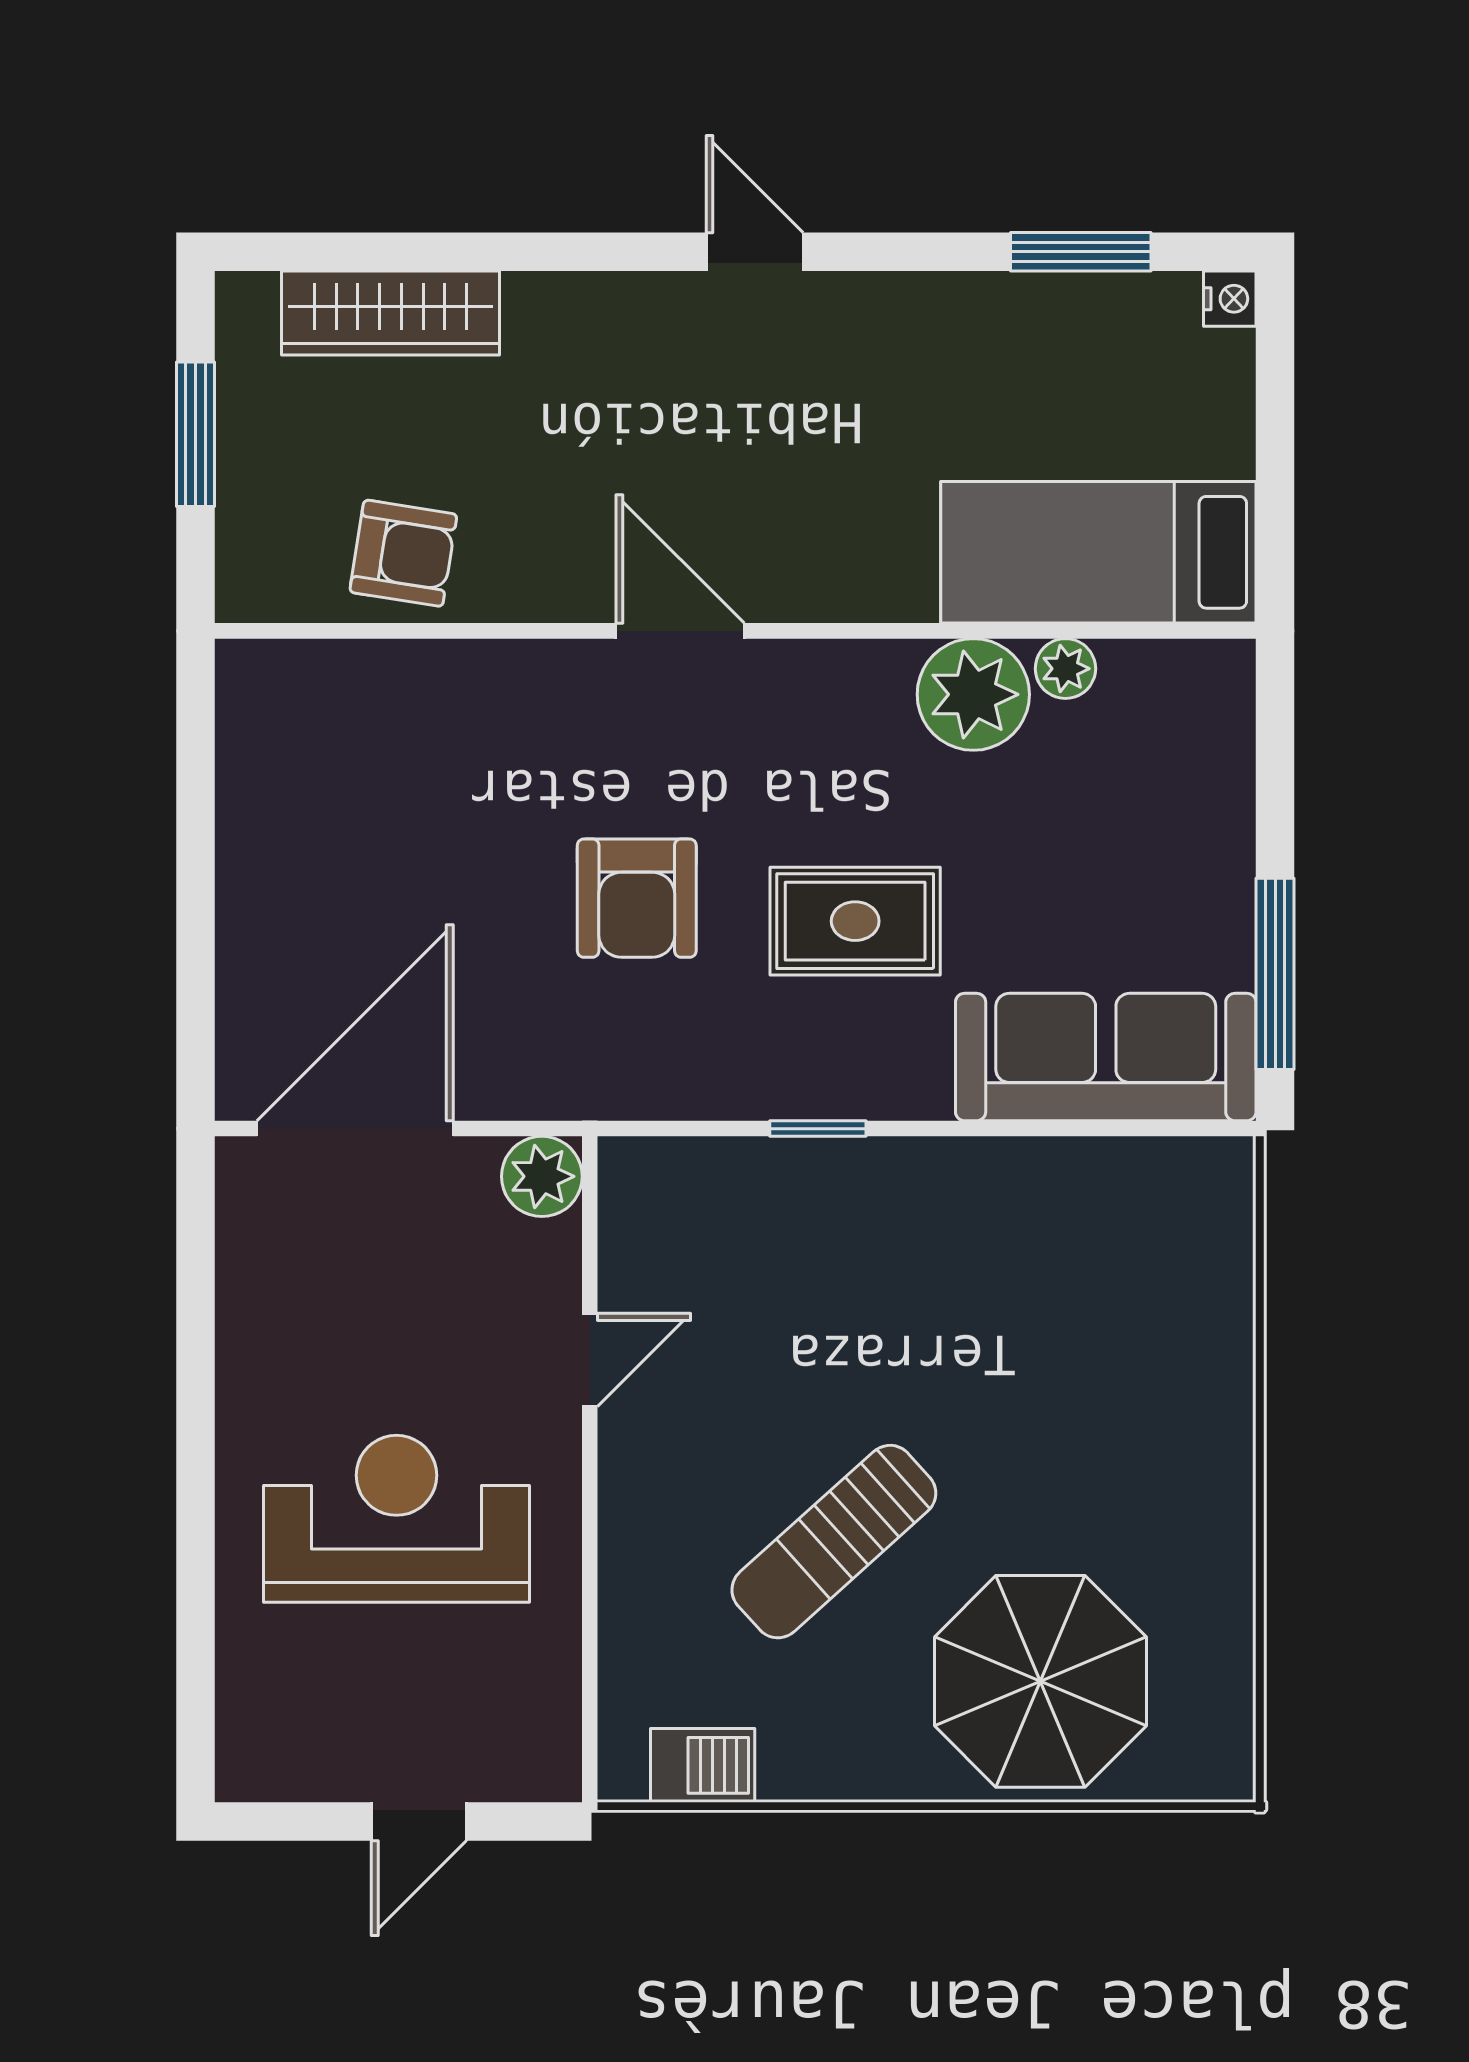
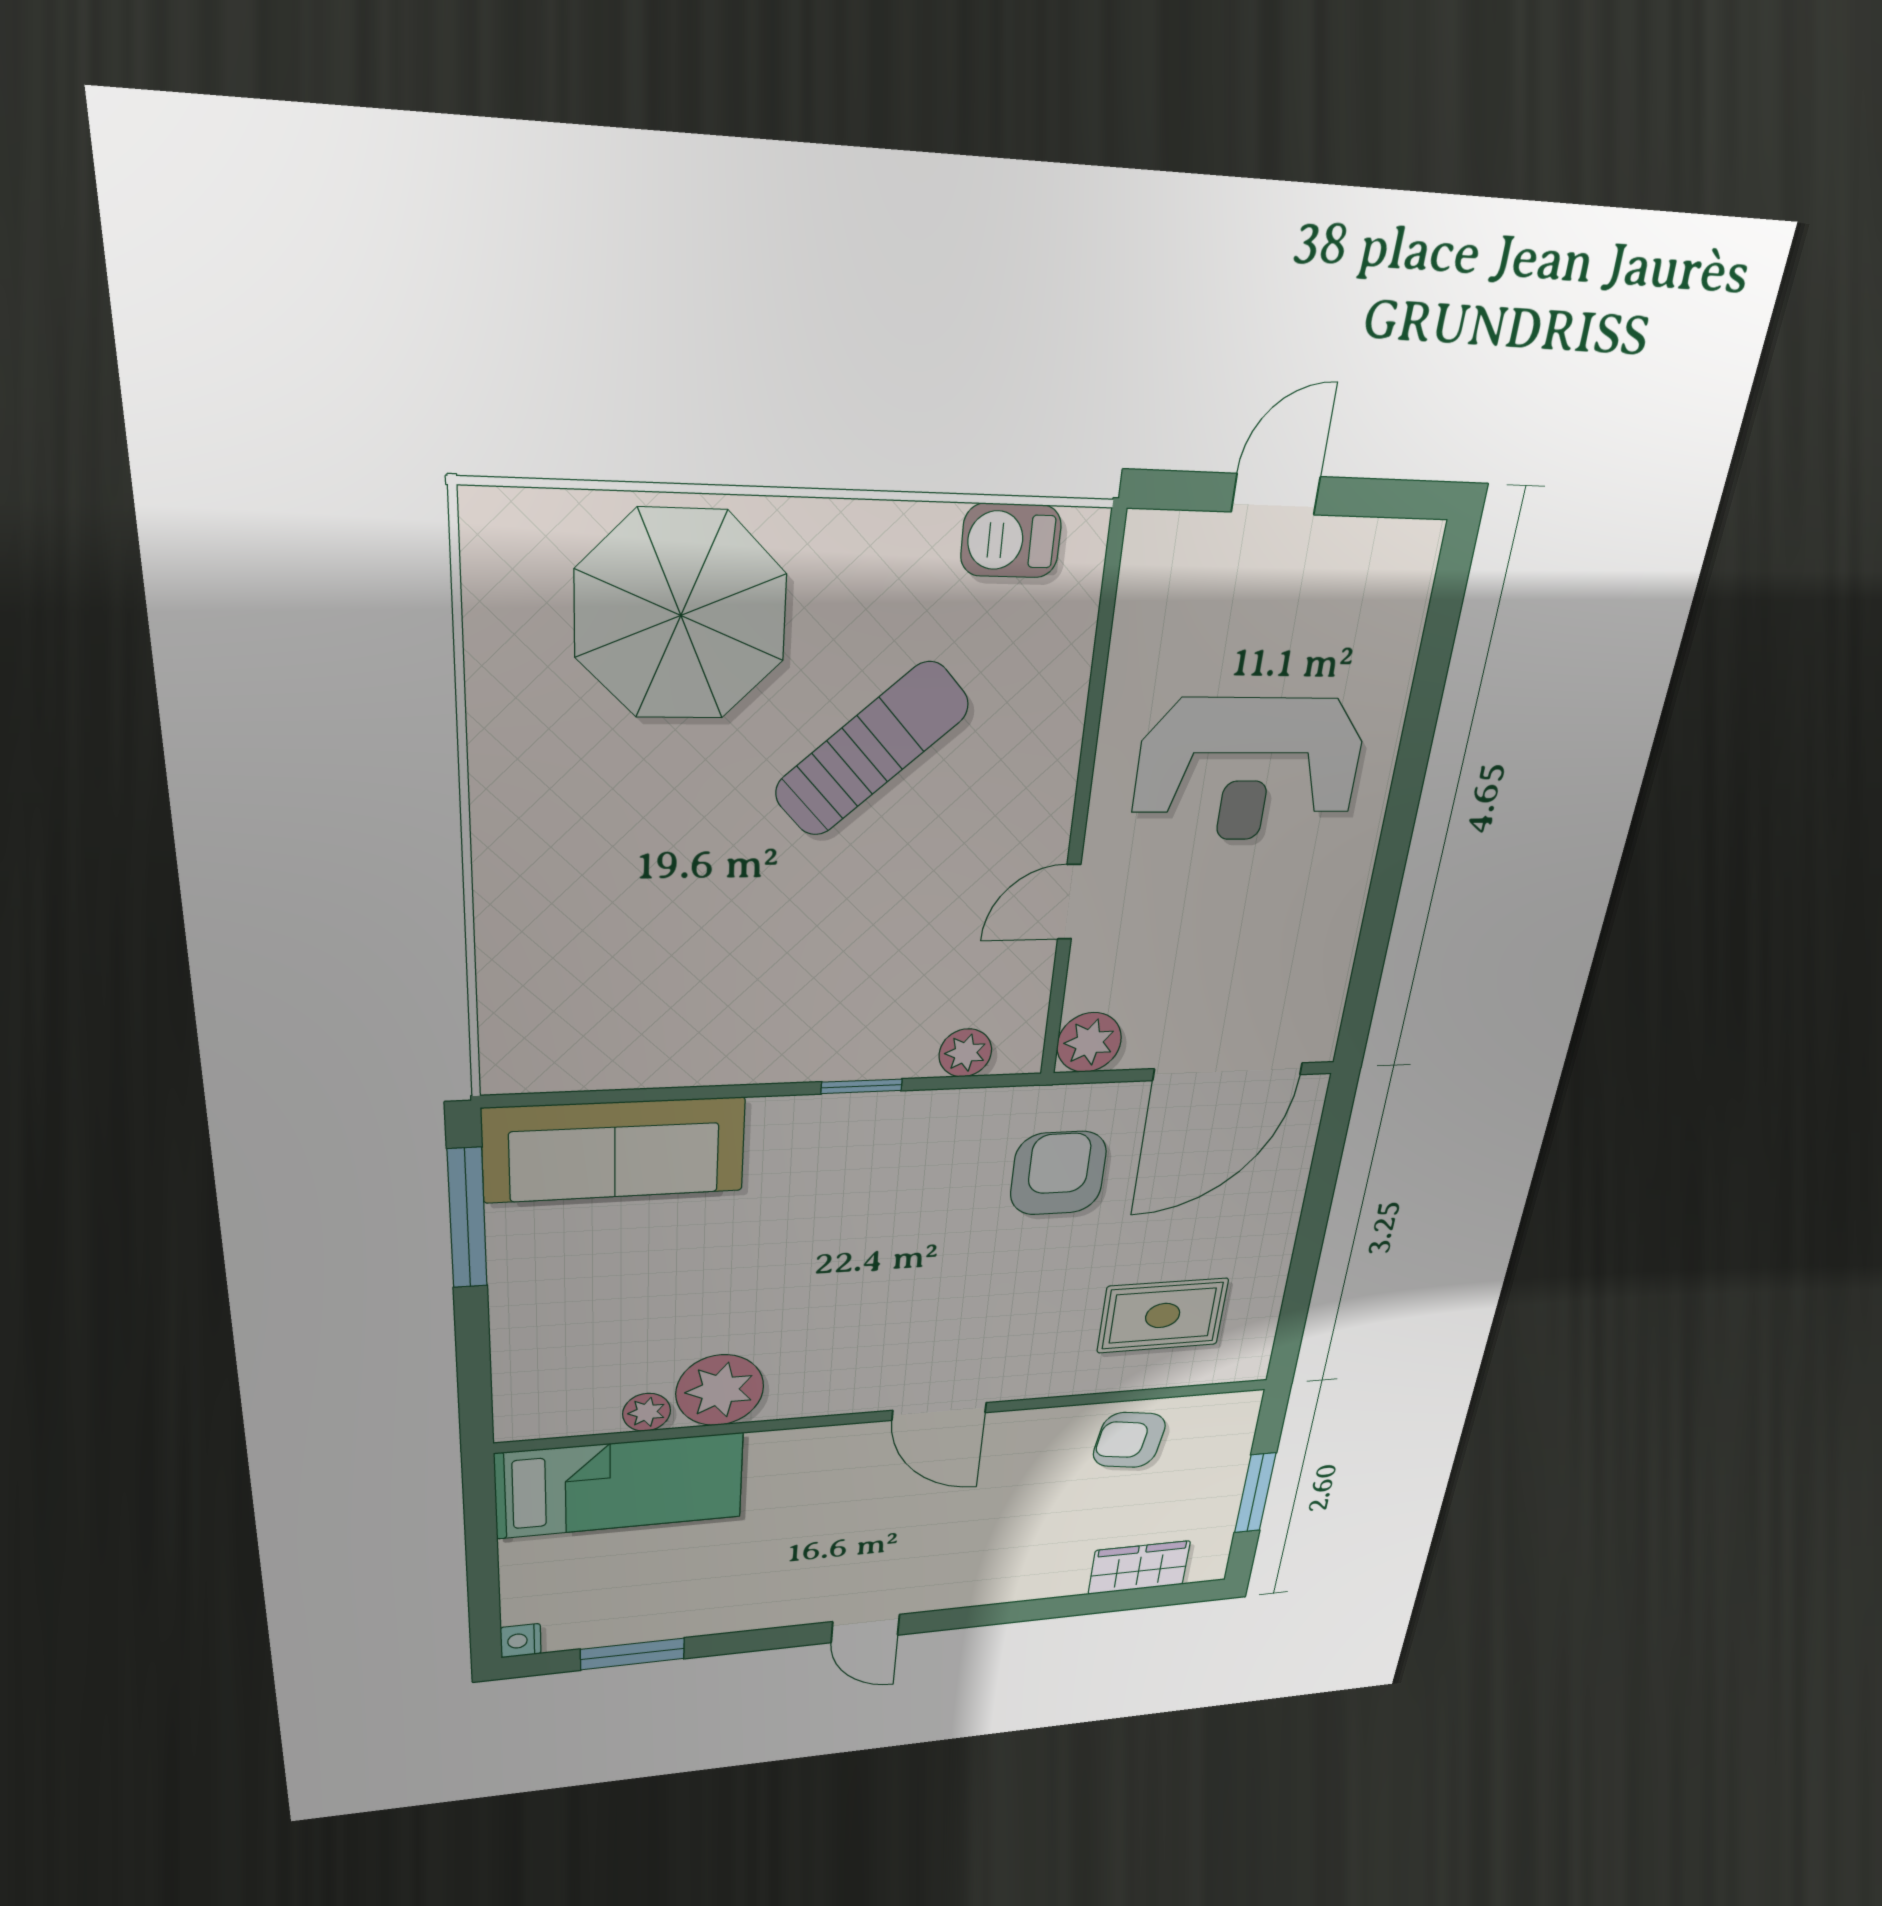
wardrobe: (391, 313) -> (1139, 1568), width x0.67
armchair: (637, 898) -> (1058, 1173), moved
rug: (855, 921) -> (1163, 1316), moved
plant: (695, 1168) -> (965, 1053), added

